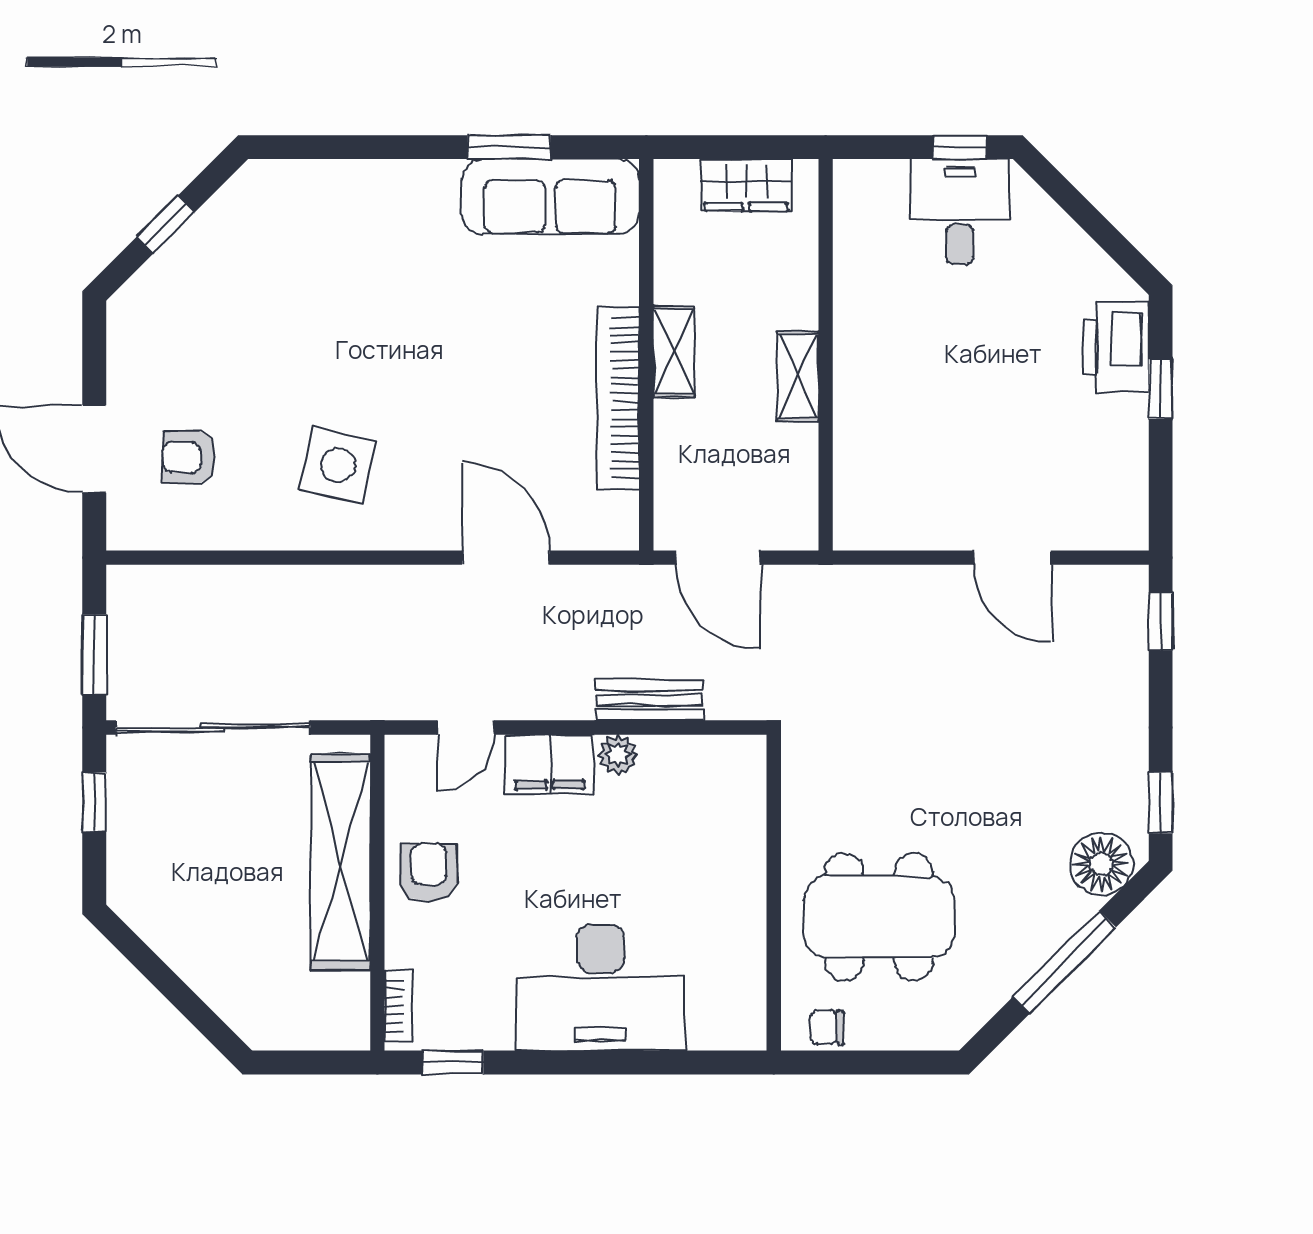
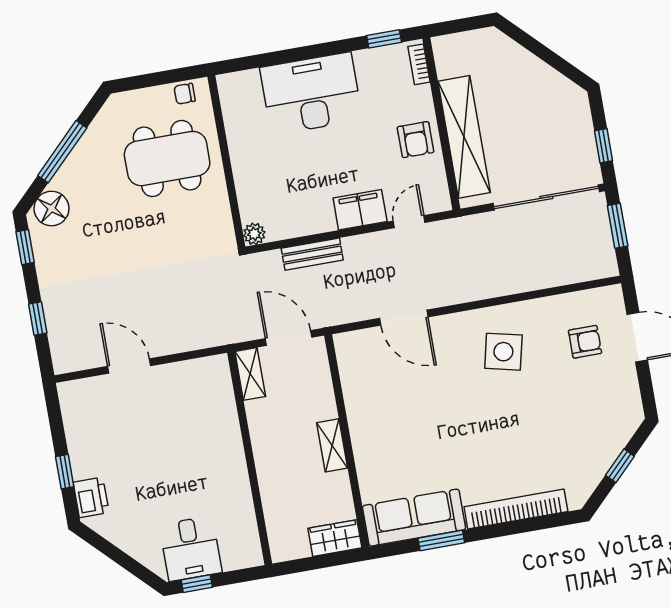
wardrobe: (746, 185) -> (335, 538), moved
printer: (1116, 347) -> (91, 497), width x0.73, depth x0.84
shelving: (798, 376) -> (250, 374), moved
bookcase: (618, 398) -> (516, 509), moved, turned -90
window: (1161, 621) -> (38, 318), moved
plant: (618, 755) -> (254, 234), moved
chair: (827, 1027) -> (185, 94), turned 180

